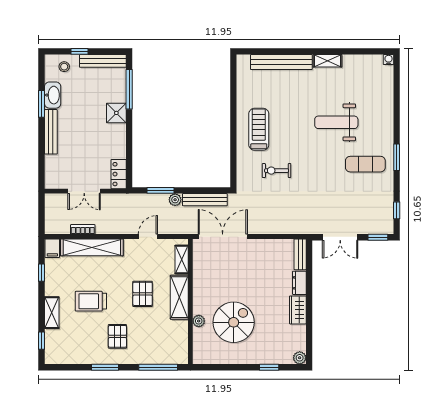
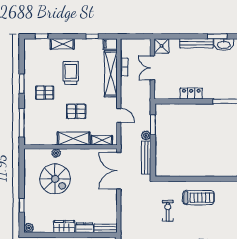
shower: (116, 113) -> (161, 46), moved
locker: (119, 174) -> (191, 94), moved
double door: (223, 237) -> (119, 171), swing flipped

